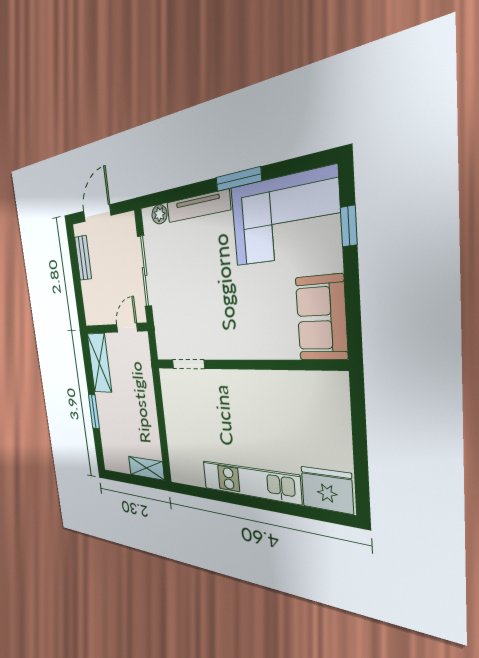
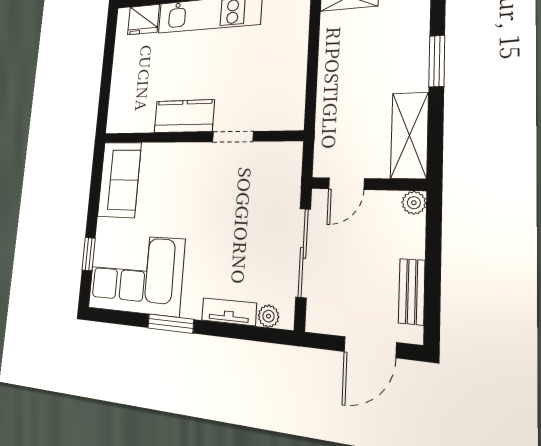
tv unit: (198, 206) -> (229, 312), width x0.71
plant: (91, 318) -> (414, 203), added
doorway: (188, 364) -> (233, 137), moved
kitchen counter: (258, 386) -> (184, 116), added
fridge: (327, 490) -> (143, 20), width x0.73, depth x0.75

